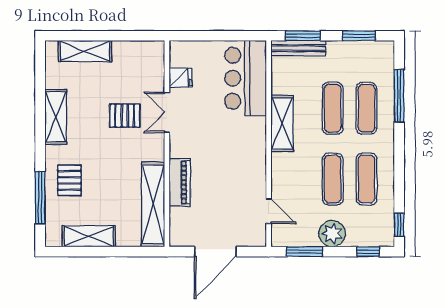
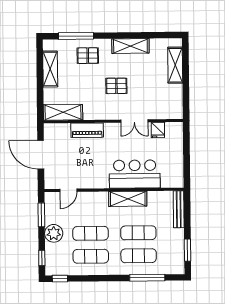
window: (303, 36) -> (187, 212), removed
bar counter: (246, 78) -> (135, 174), moved
double door: (167, 112) -> (134, 121), swing flipped
pallet: (125, 116) -> (116, 86), moved, turned 90
shelving: (153, 204) -> (63, 112), width x0.68

